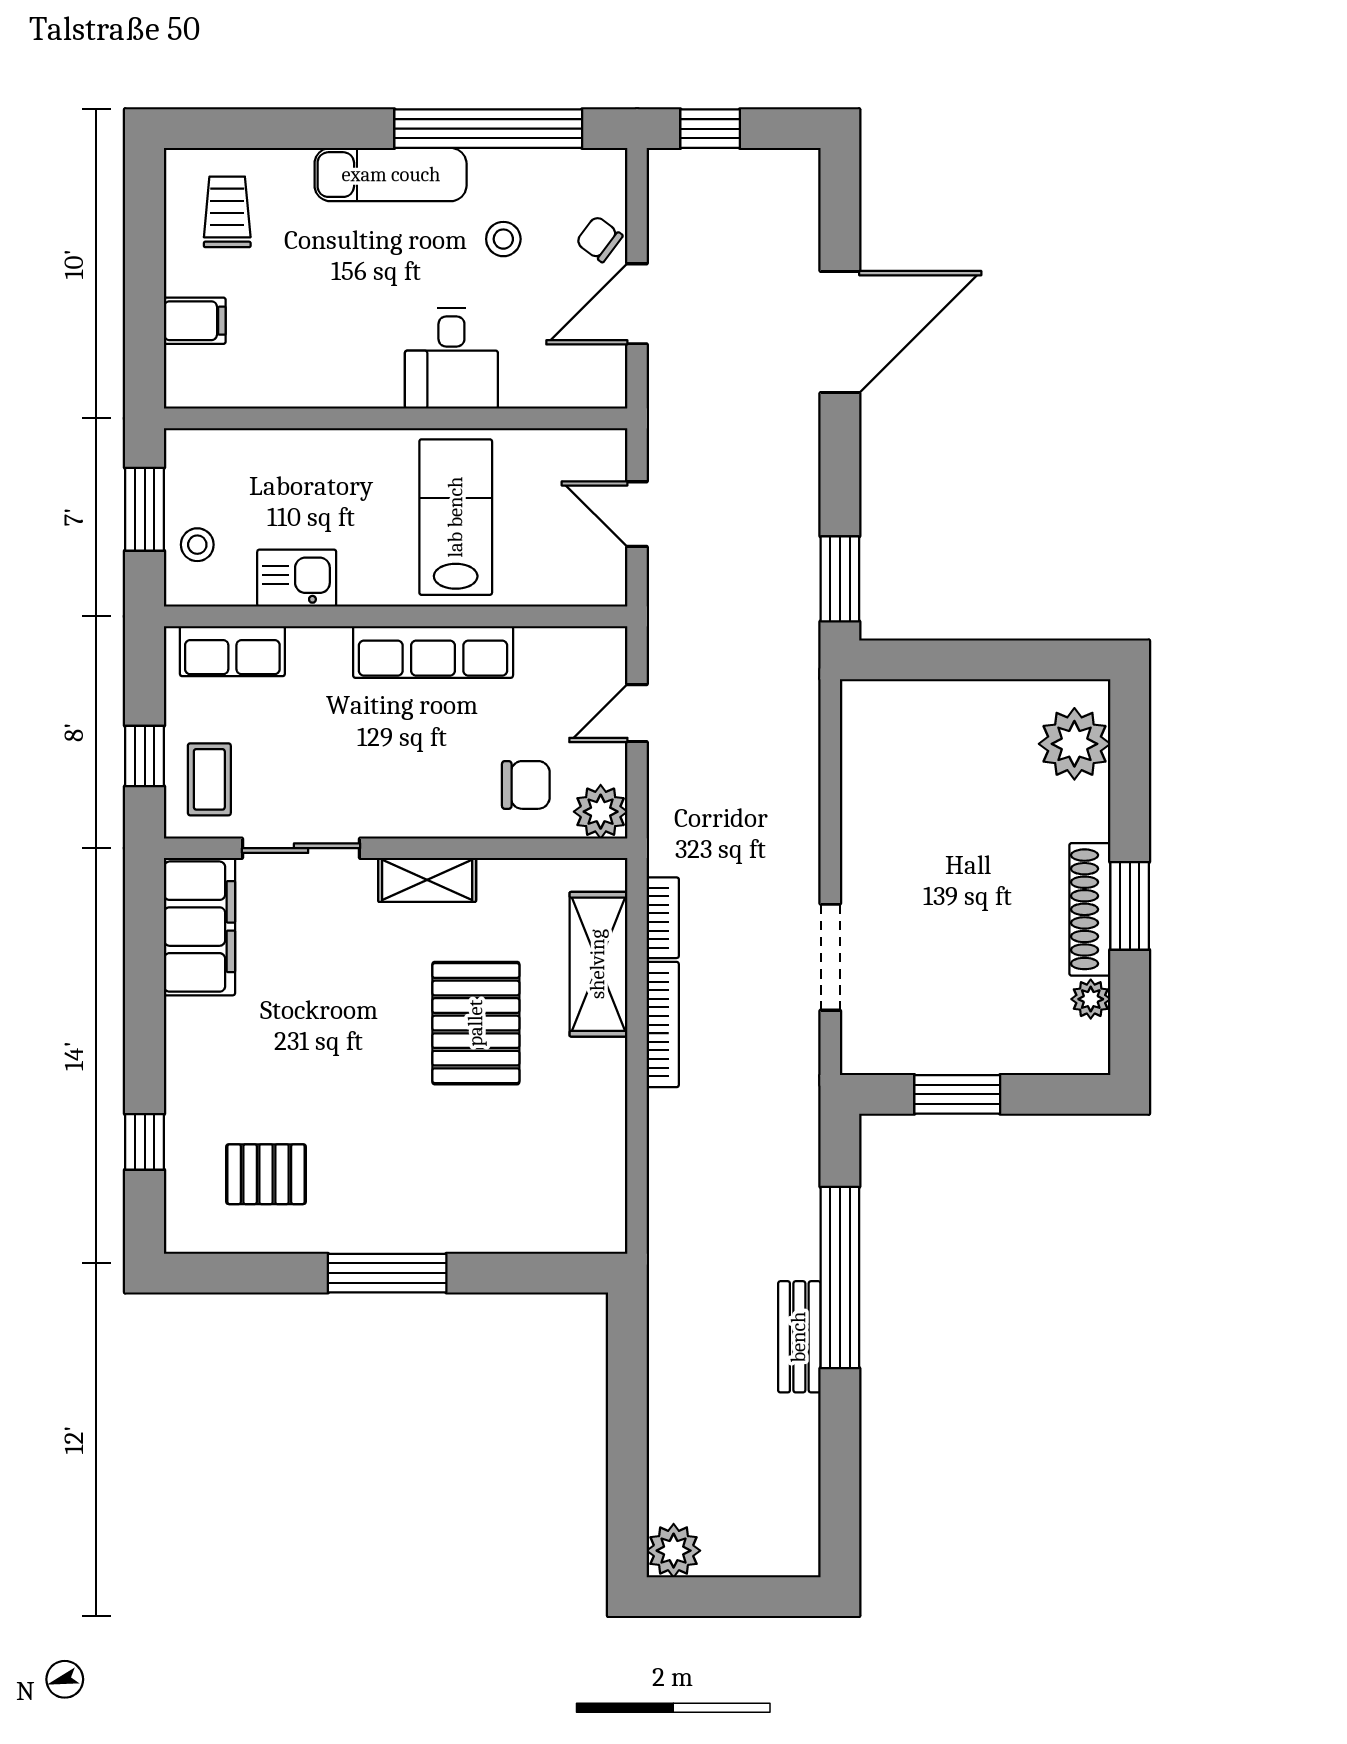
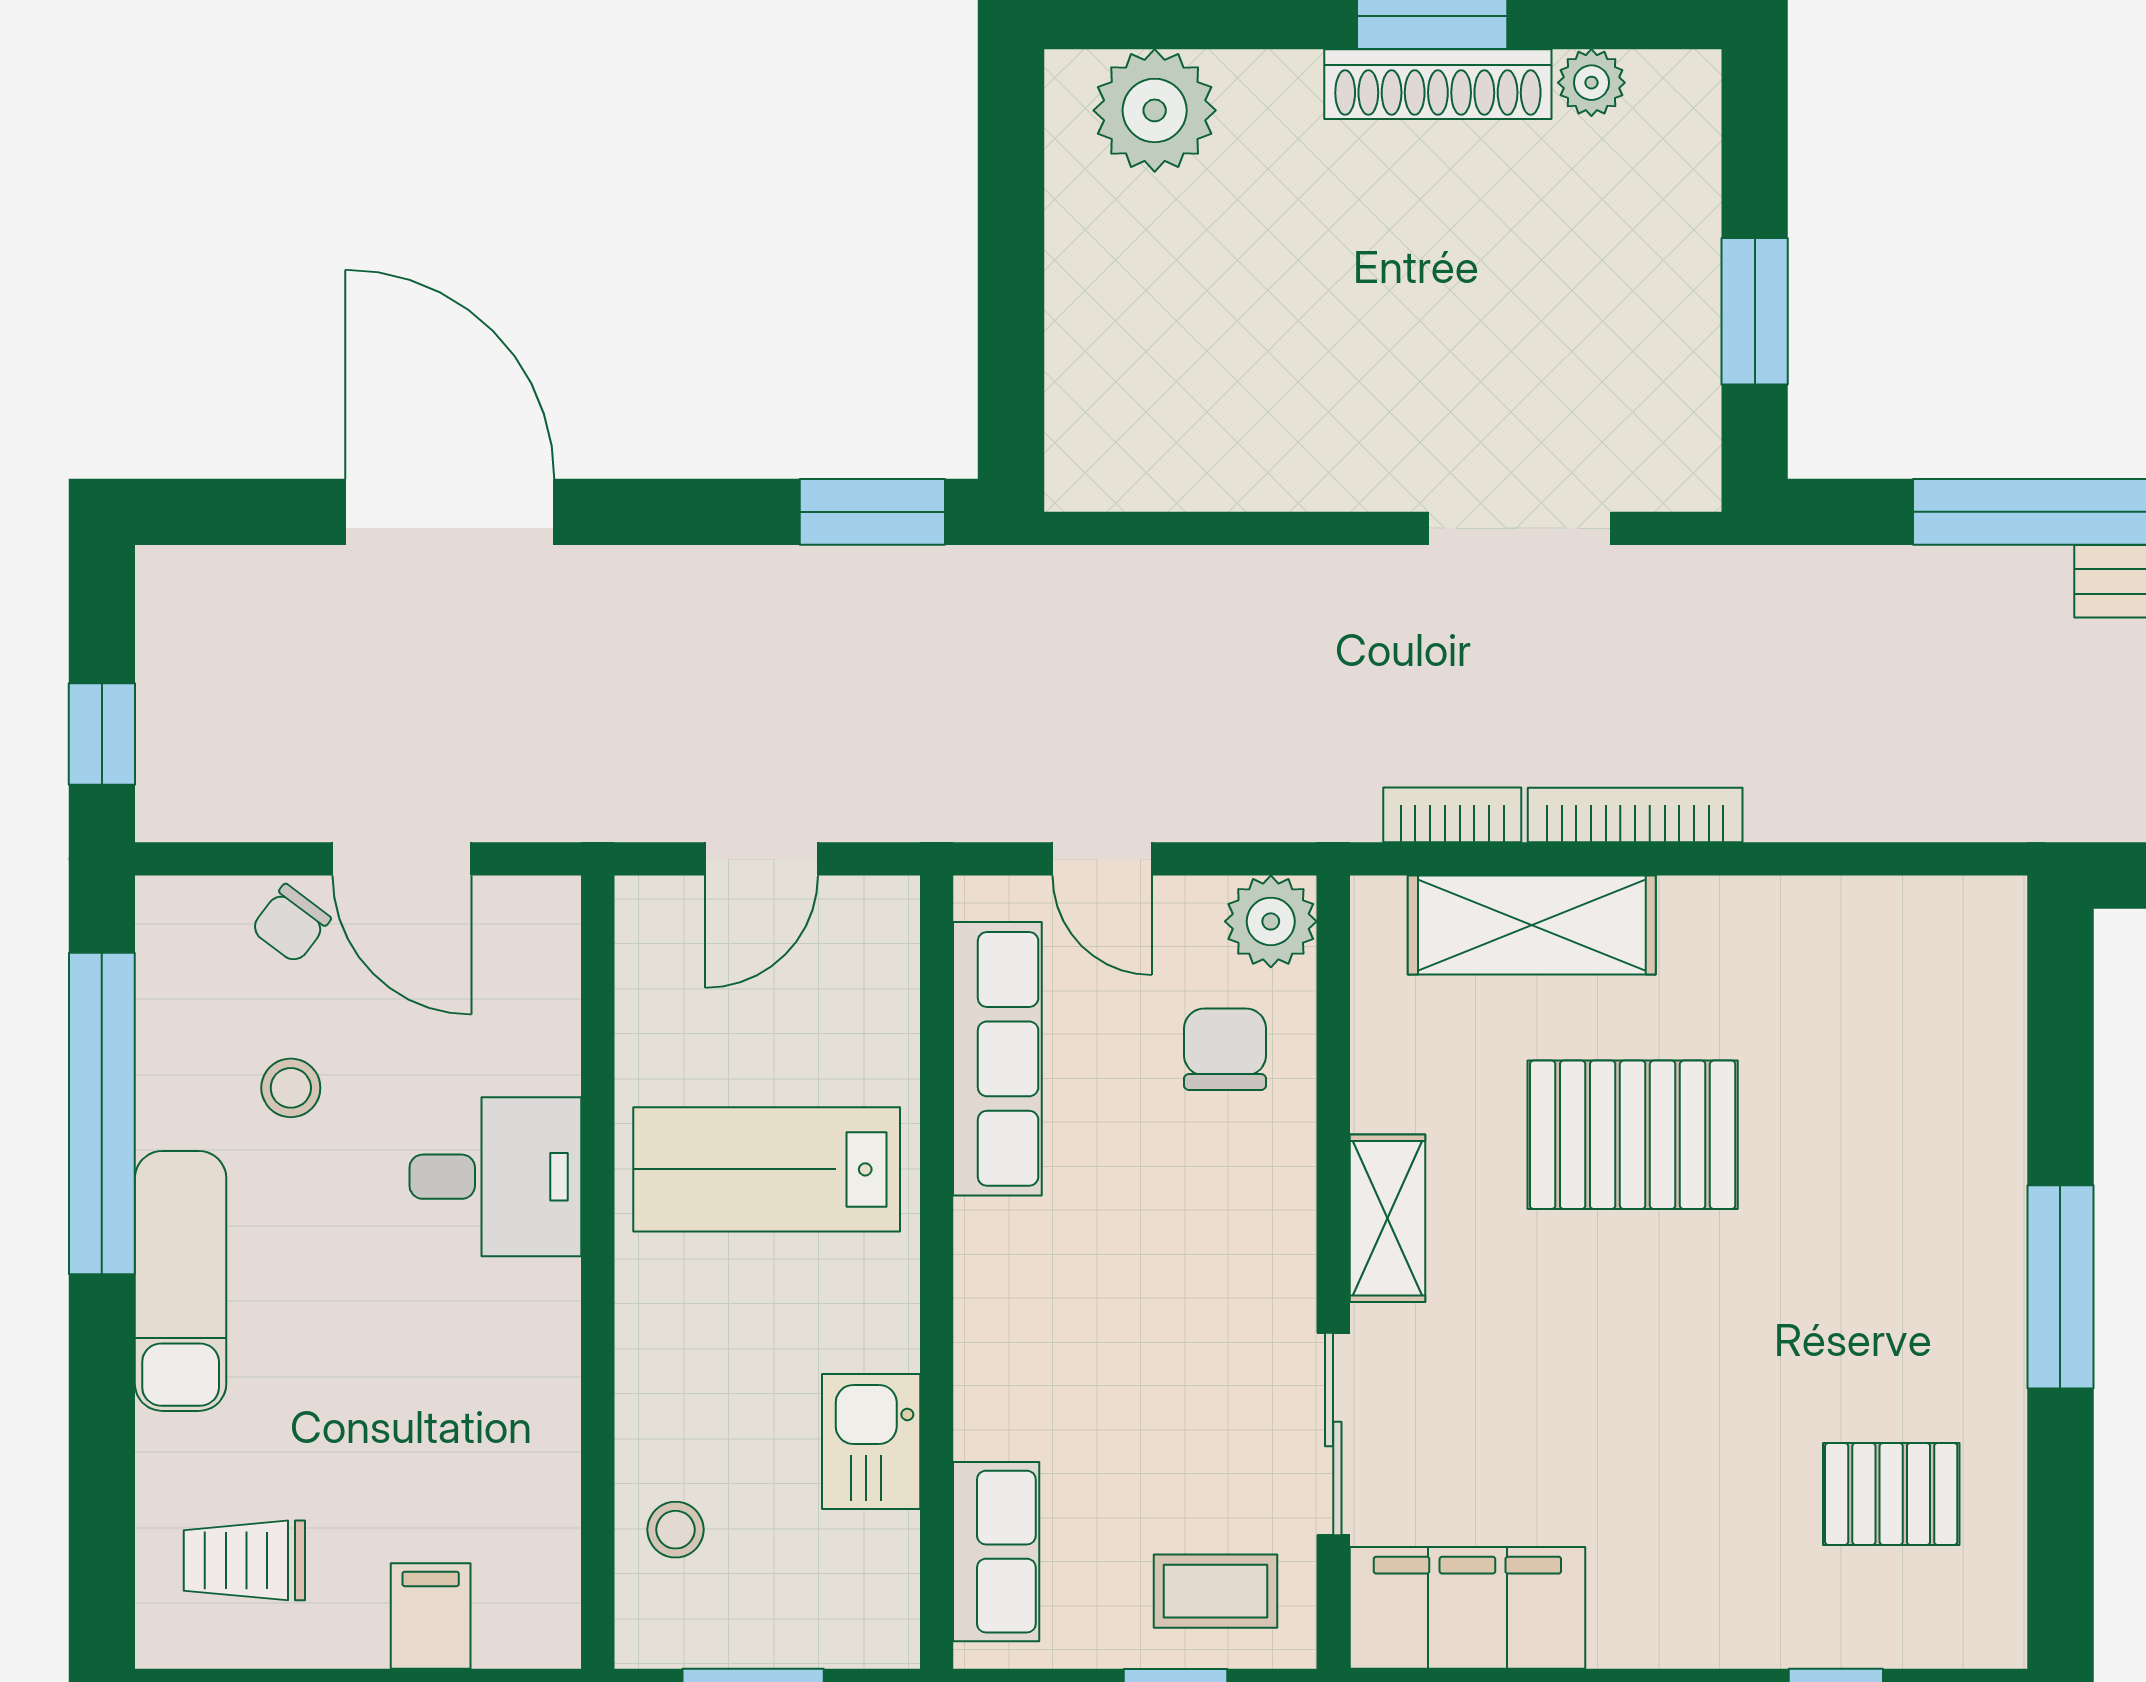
stool: (197, 545) -> (675, 1530), moved
row of seats: (433, 652) -> (997, 1059), moved
pallet: (266, 1174) -> (1891, 1494), turned 90

